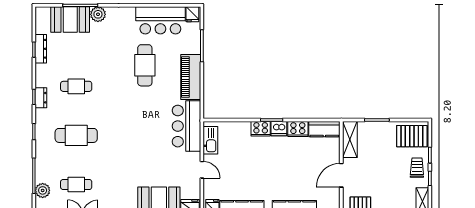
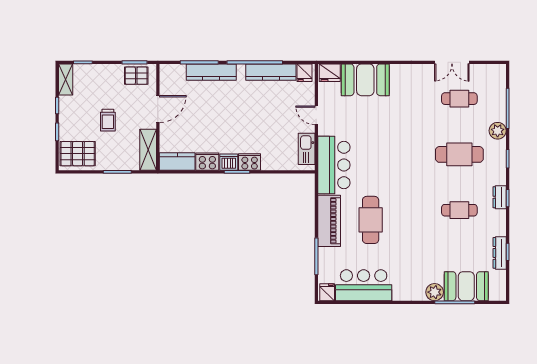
cafe table: (145, 65) -> (371, 220), moved
trolley: (417, 168) -> (108, 120), moved
plant: (43, 190) -> (498, 131), moved

